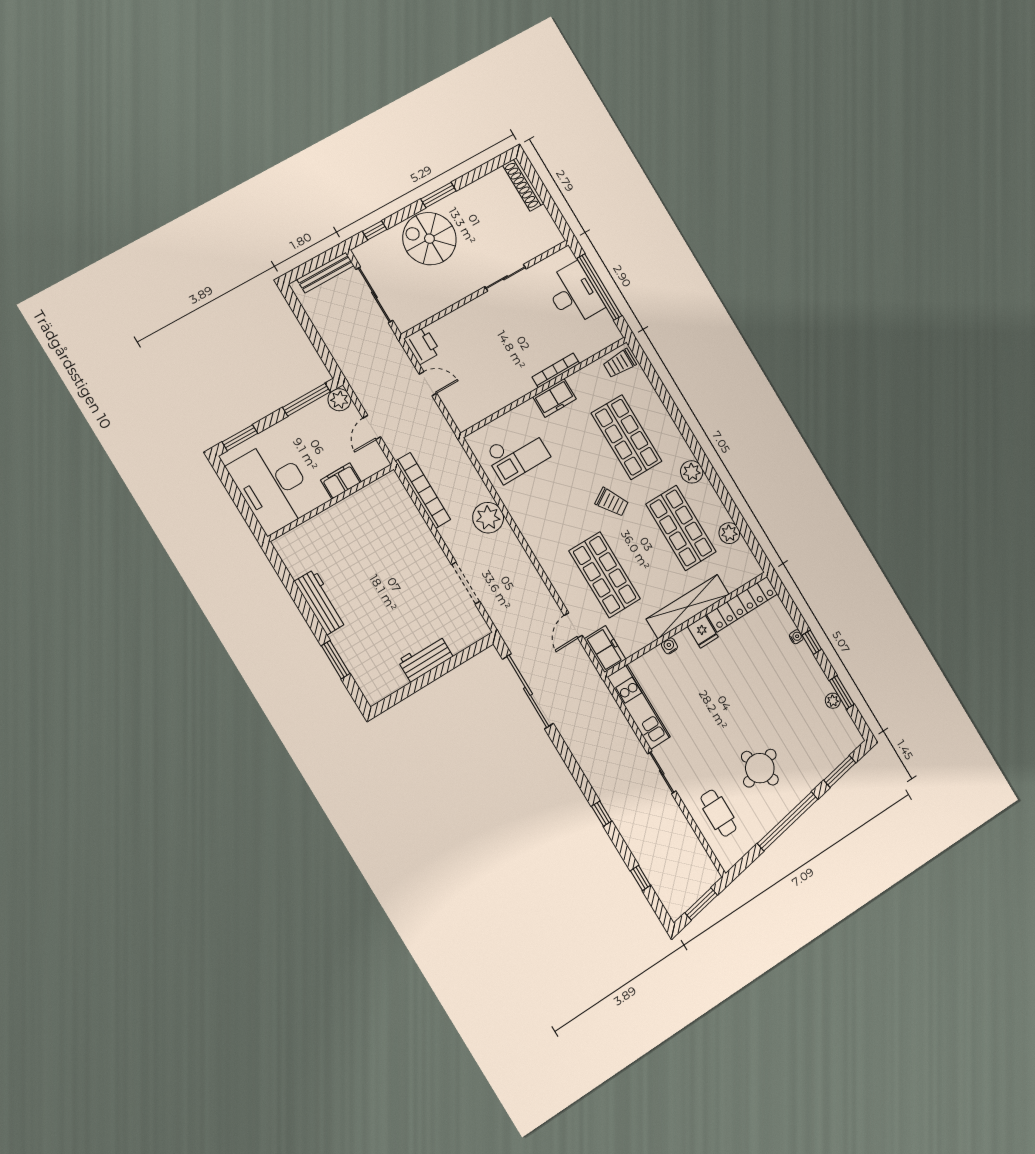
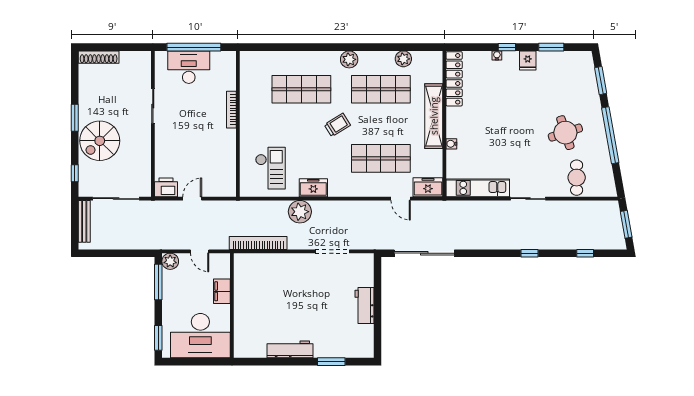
trolley: (619, 363) -> (251, 64), removed
freezer: (555, 398) -> (313, 188), moved, turned -90
fridge: (703, 632) -> (528, 60), moved, turned 90
plant: (833, 701) -> (553, 57), removed
cafe table: (718, 813) -> (577, 178), turned 90

